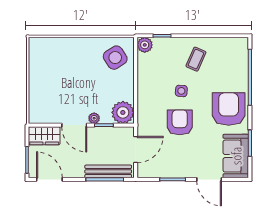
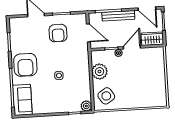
coffee table: (196, 59) -> (50, 98), removed
plant: (123, 112) -> (100, 72), moved
armchair: (180, 122) -> (58, 33), moved
door: (74, 125) -> (132, 47), hinge flipped
door: (136, 150) -> (88, 33), swing flipped
sofa: (236, 156) -> (22, 100), moved
bench: (108, 171) -> (118, 16), moved

